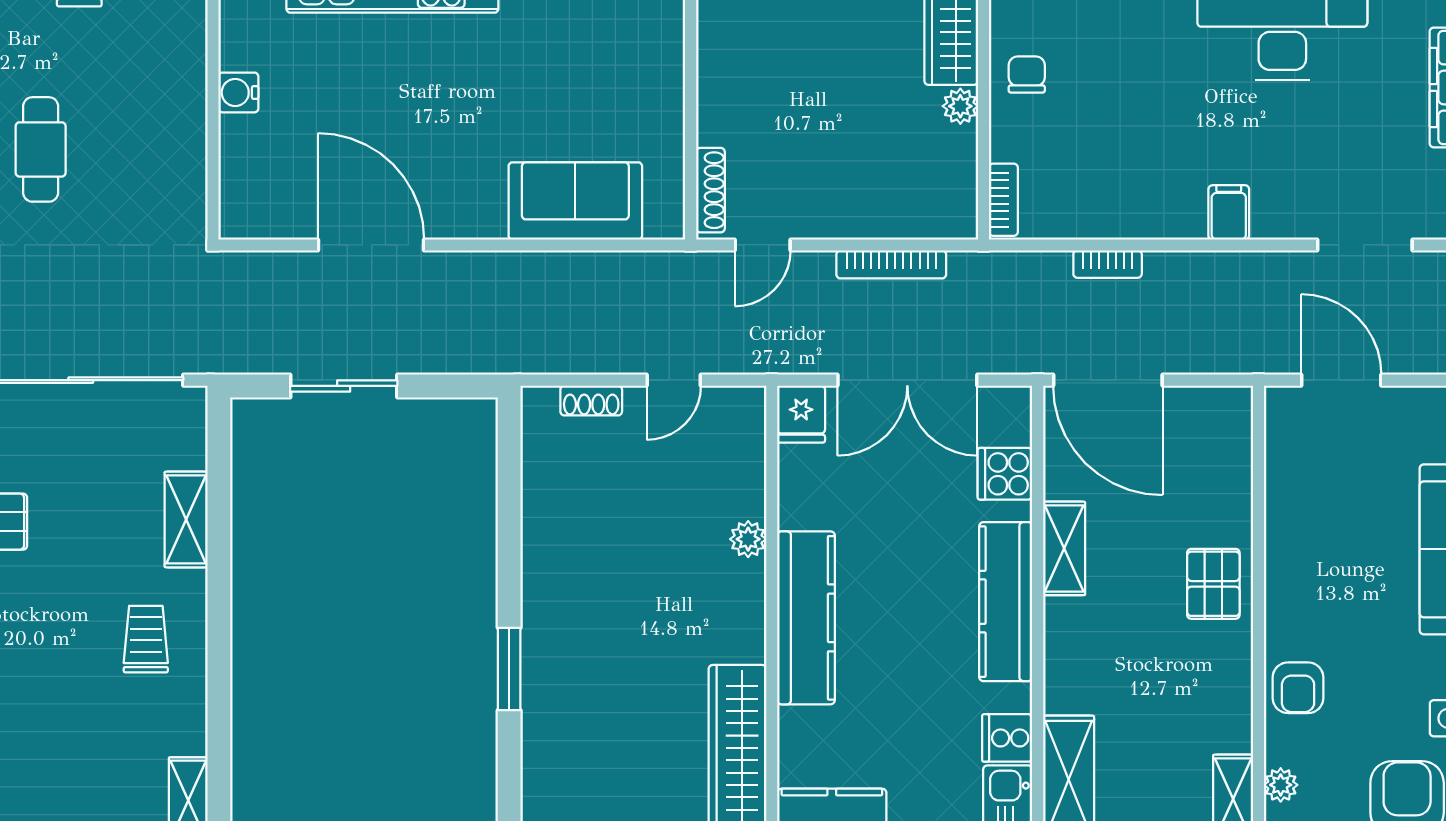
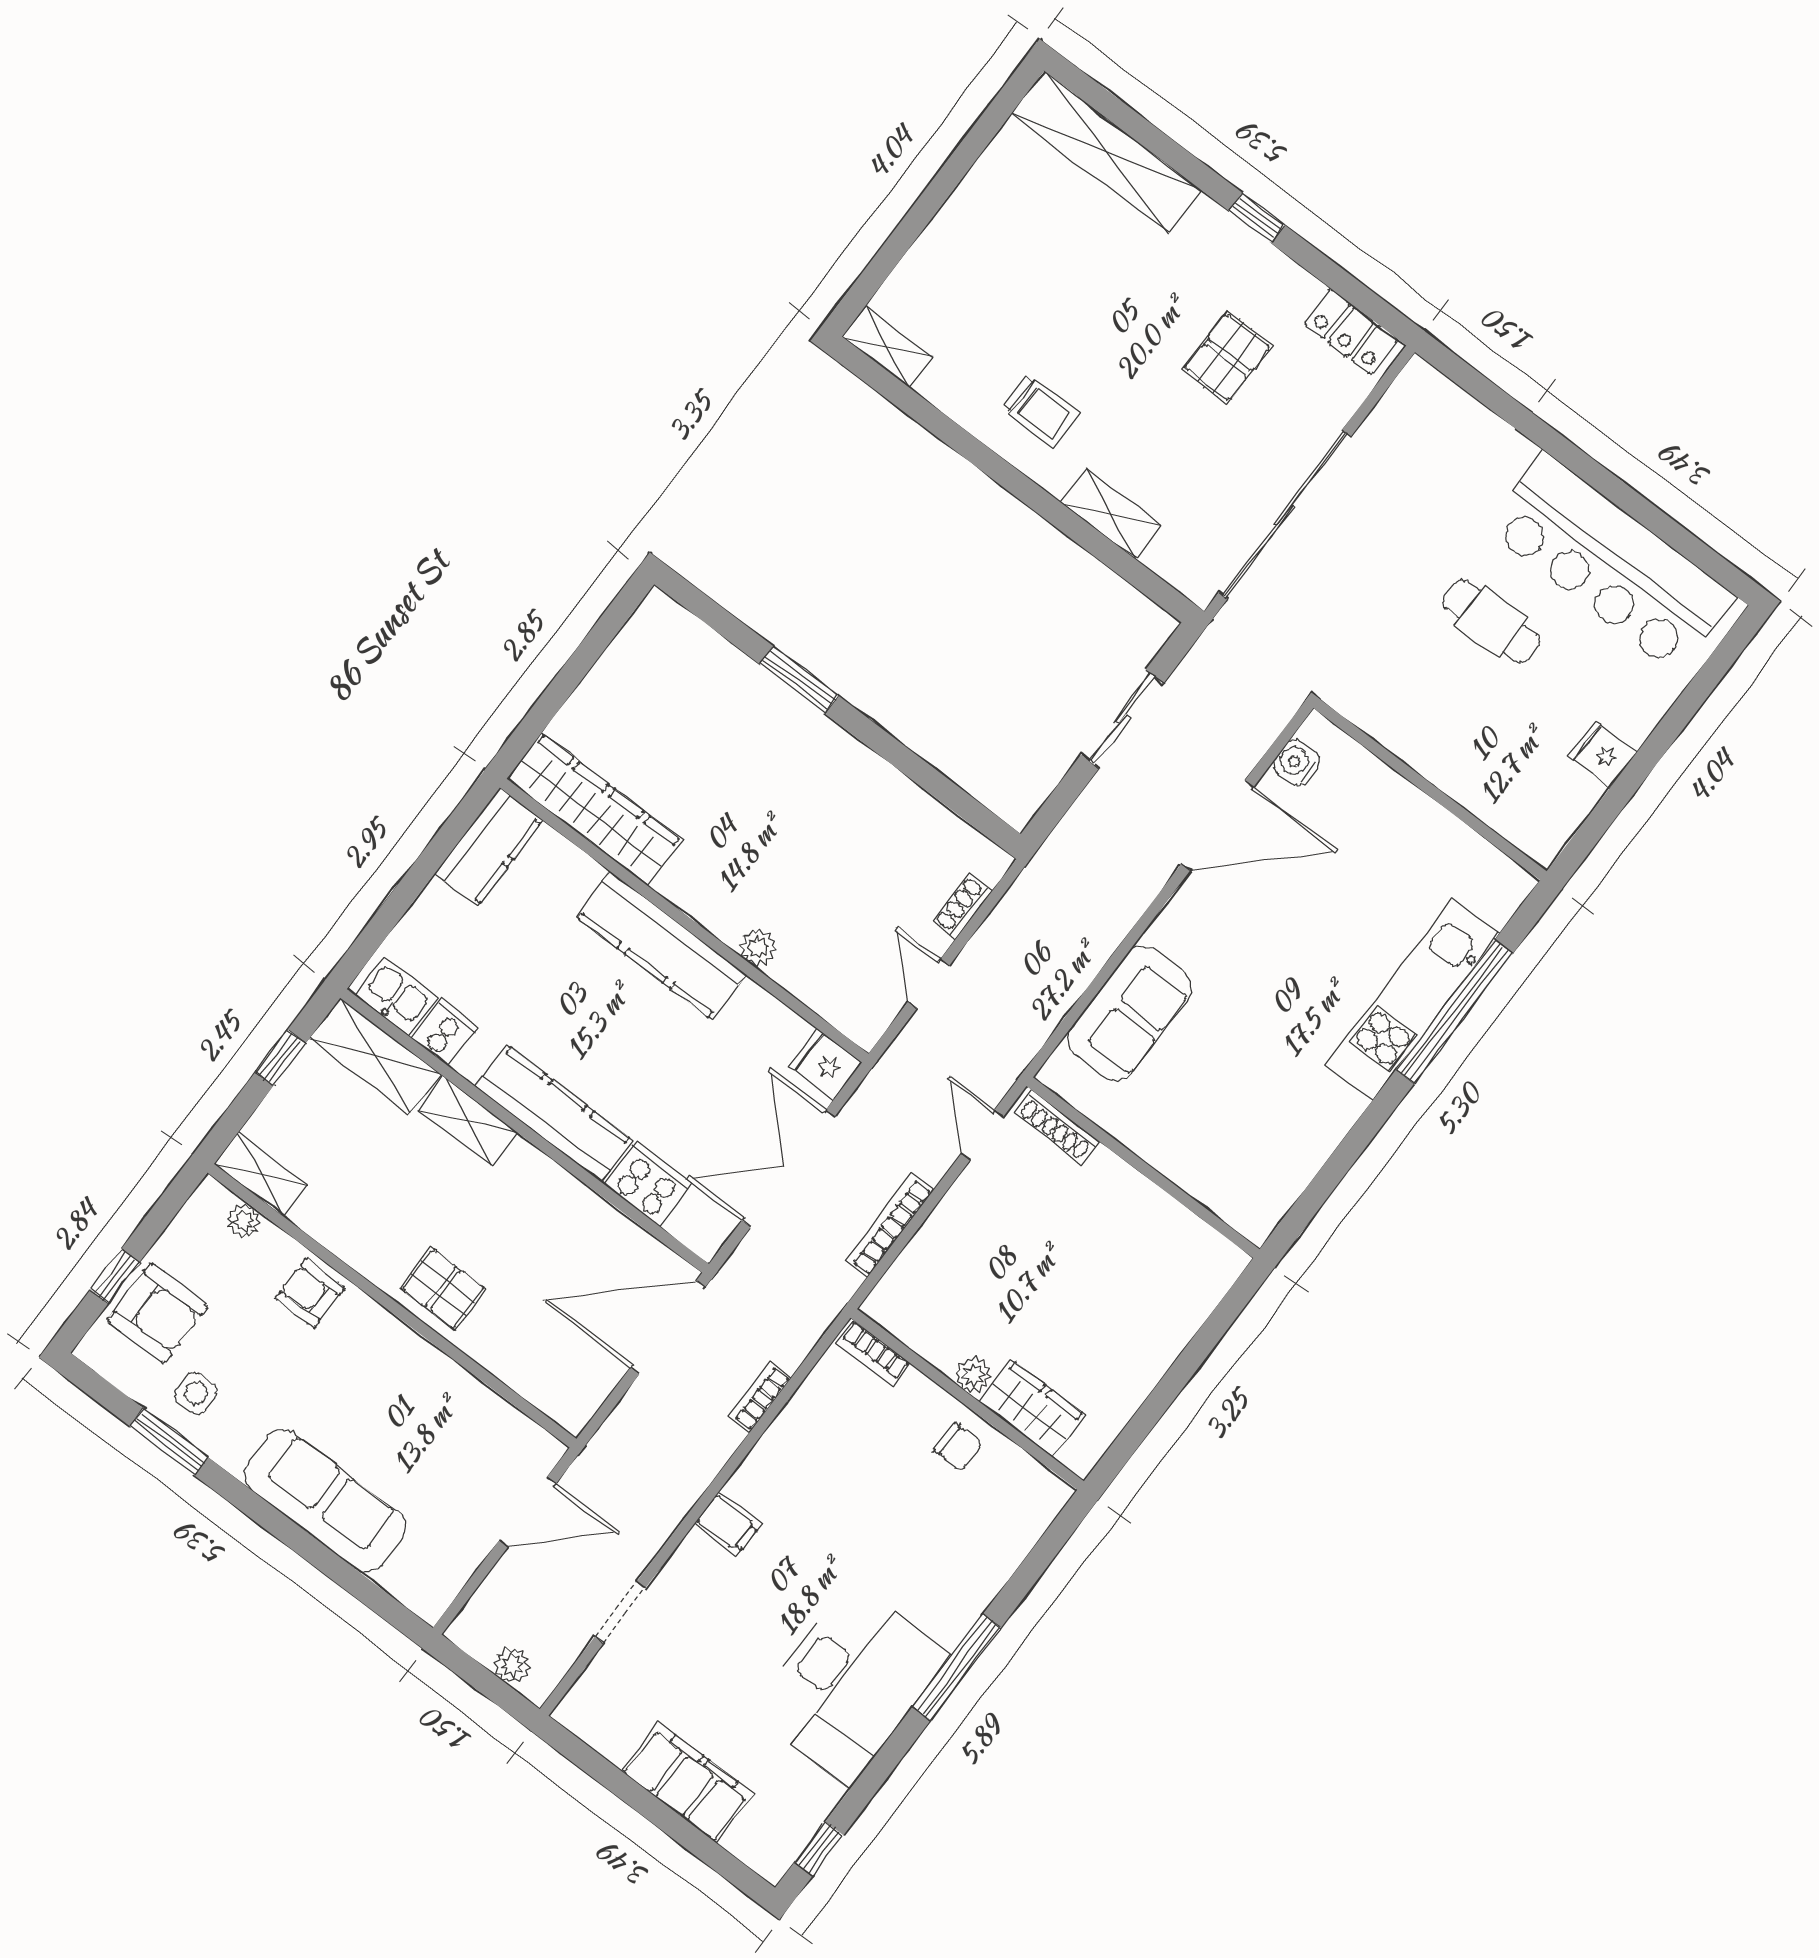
water cooler: (238, 92) -> (1297, 763), moved, turned -90
doorway: (1365, 245) -> (620, 1612), width x0.73
cooker: (1005, 474) -> (648, 1184), width x1.36
shelving: (1064, 548) -> (468, 1121), moved

